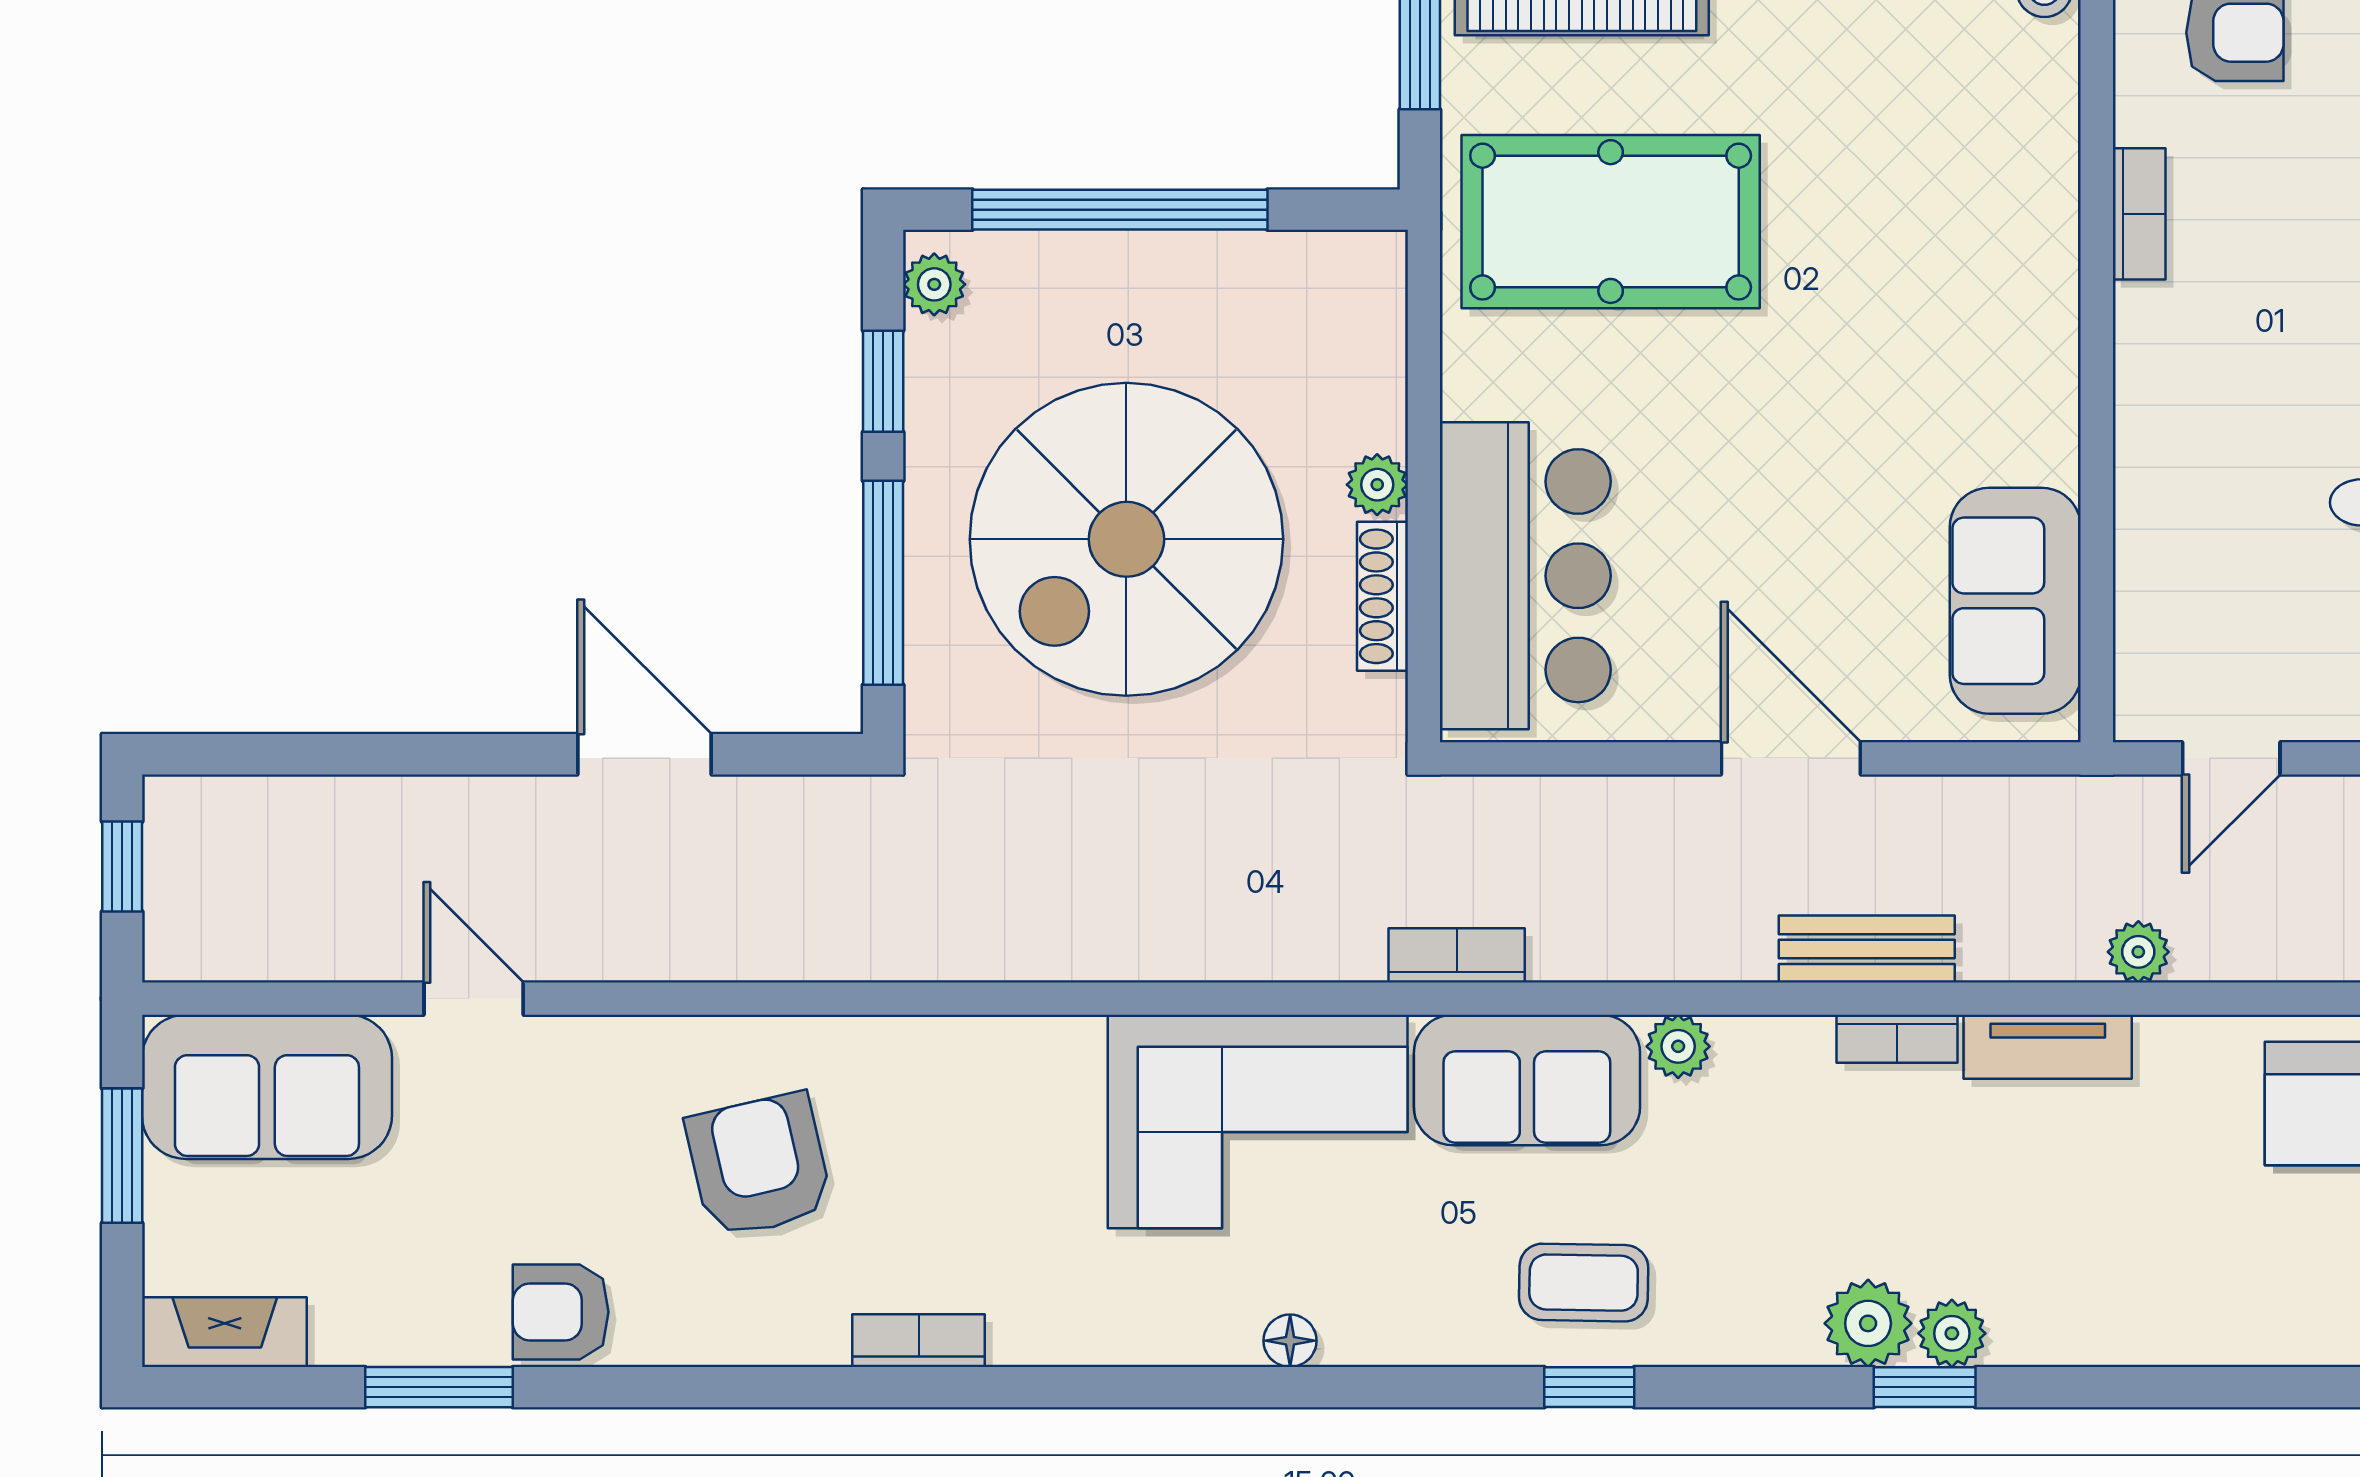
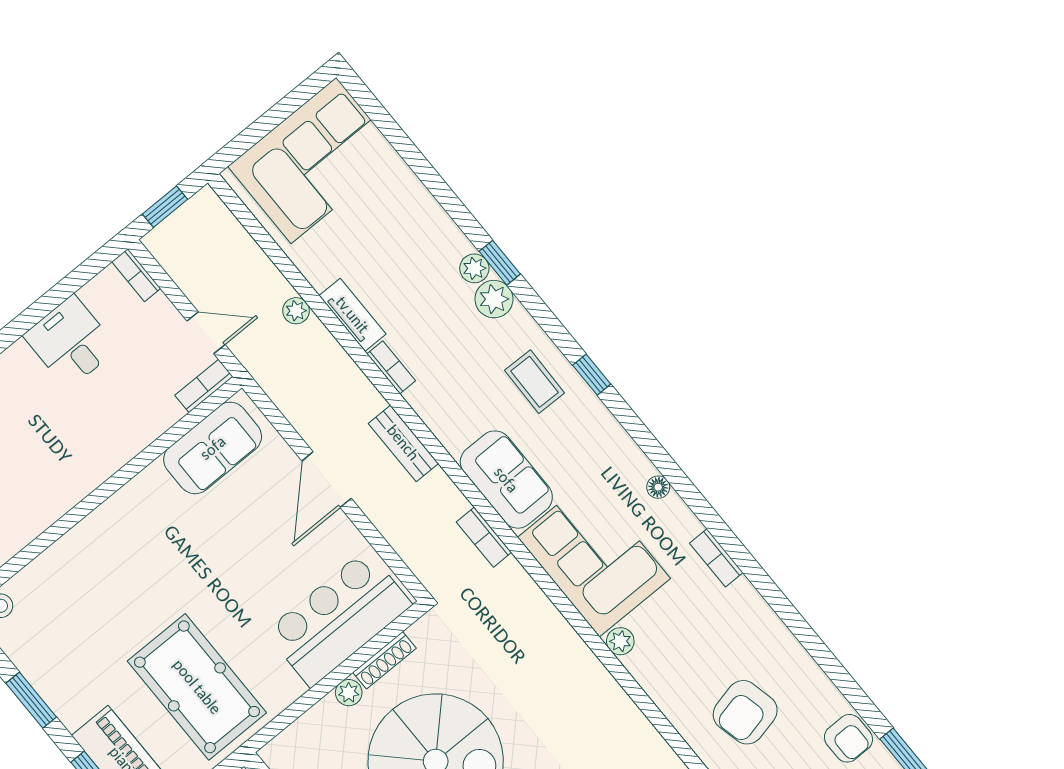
bookcase: (2139, 214) -> (204, 386), moved
bench: (1867, 949) -> (403, 443), moved
plant: (1678, 1046) -> (620, 641), moved
coffee table: (1584, 1283) -> (535, 382), moved
bookcase: (919, 1341) -> (716, 558), moved

